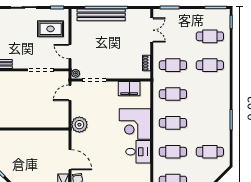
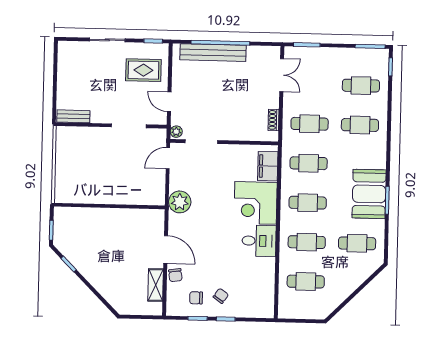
filing cabinet: (129, 89) -> (268, 166), moved, turned 90
booth: (218, 115) -> (369, 194), added

